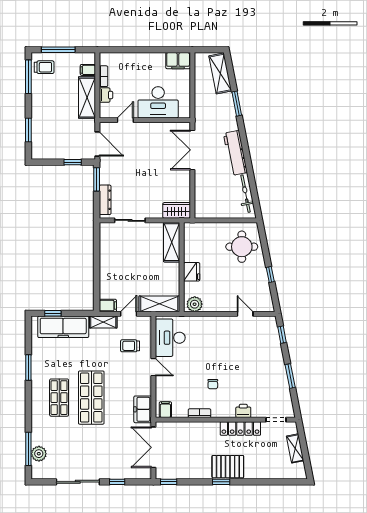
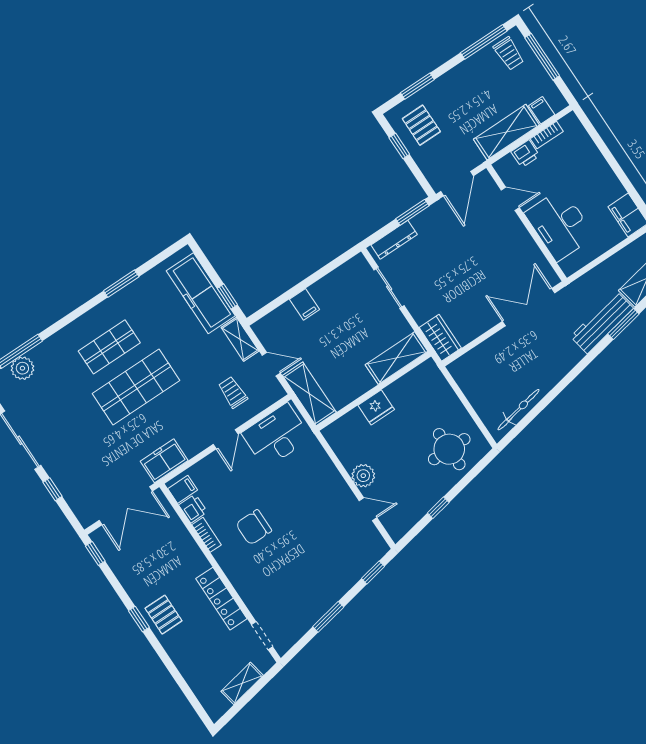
pallet: (52, 142) -> (421, 125), added
workbench: (235, 153) -> (602, 322), moved
window: (73, 162) -> (399, 146), moved
plant: (195, 304) -> (363, 476), moved
filing cabinet: (108, 306) -> (305, 304), moved
window: (53, 313) -> (227, 296), moved
door: (245, 314) -> (368, 509), hinge flipped
chair: (213, 384) -> (254, 527), width x1.87, depth x1.87
printer: (243, 411) -> (193, 509), moved
double door: (153, 447) -> (126, 506), swing flipped
pallet: (228, 467) -> (163, 615), width x0.67, depth x0.71

